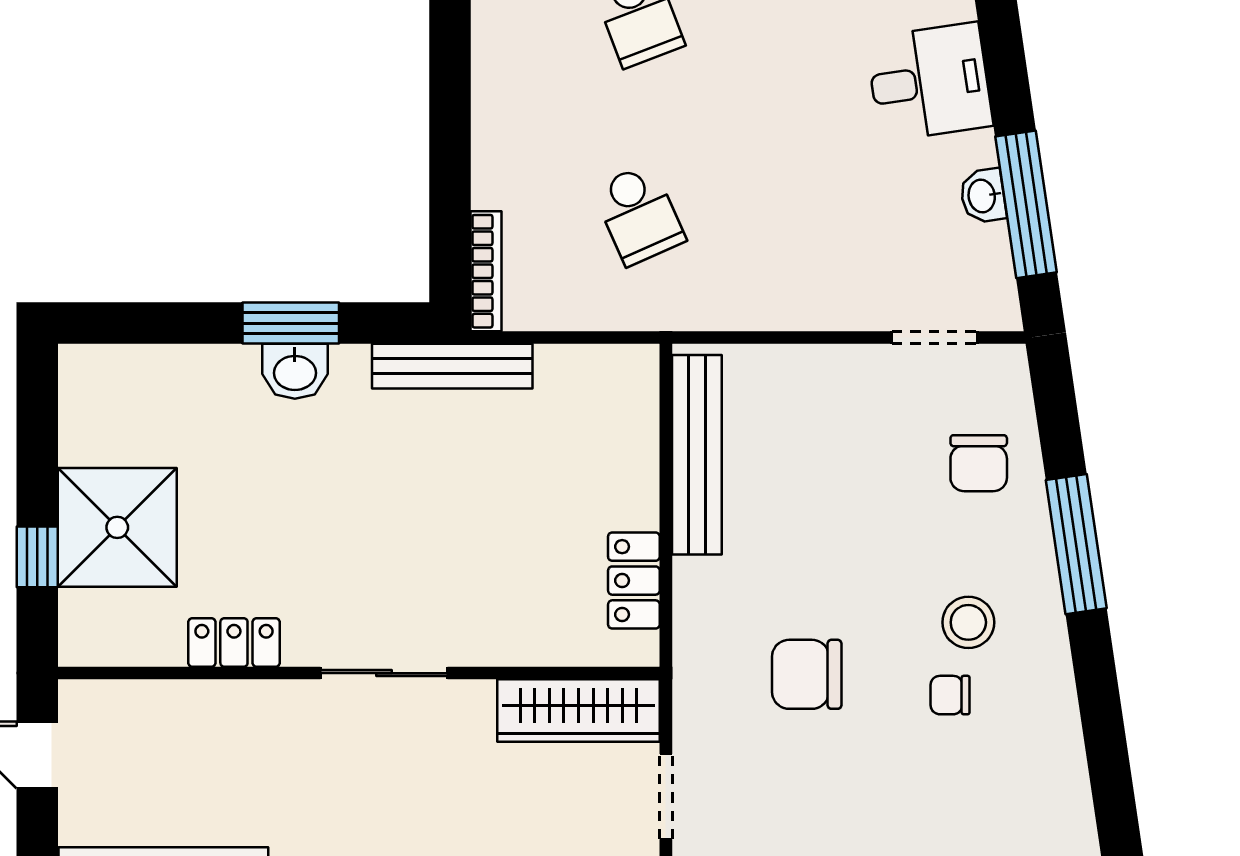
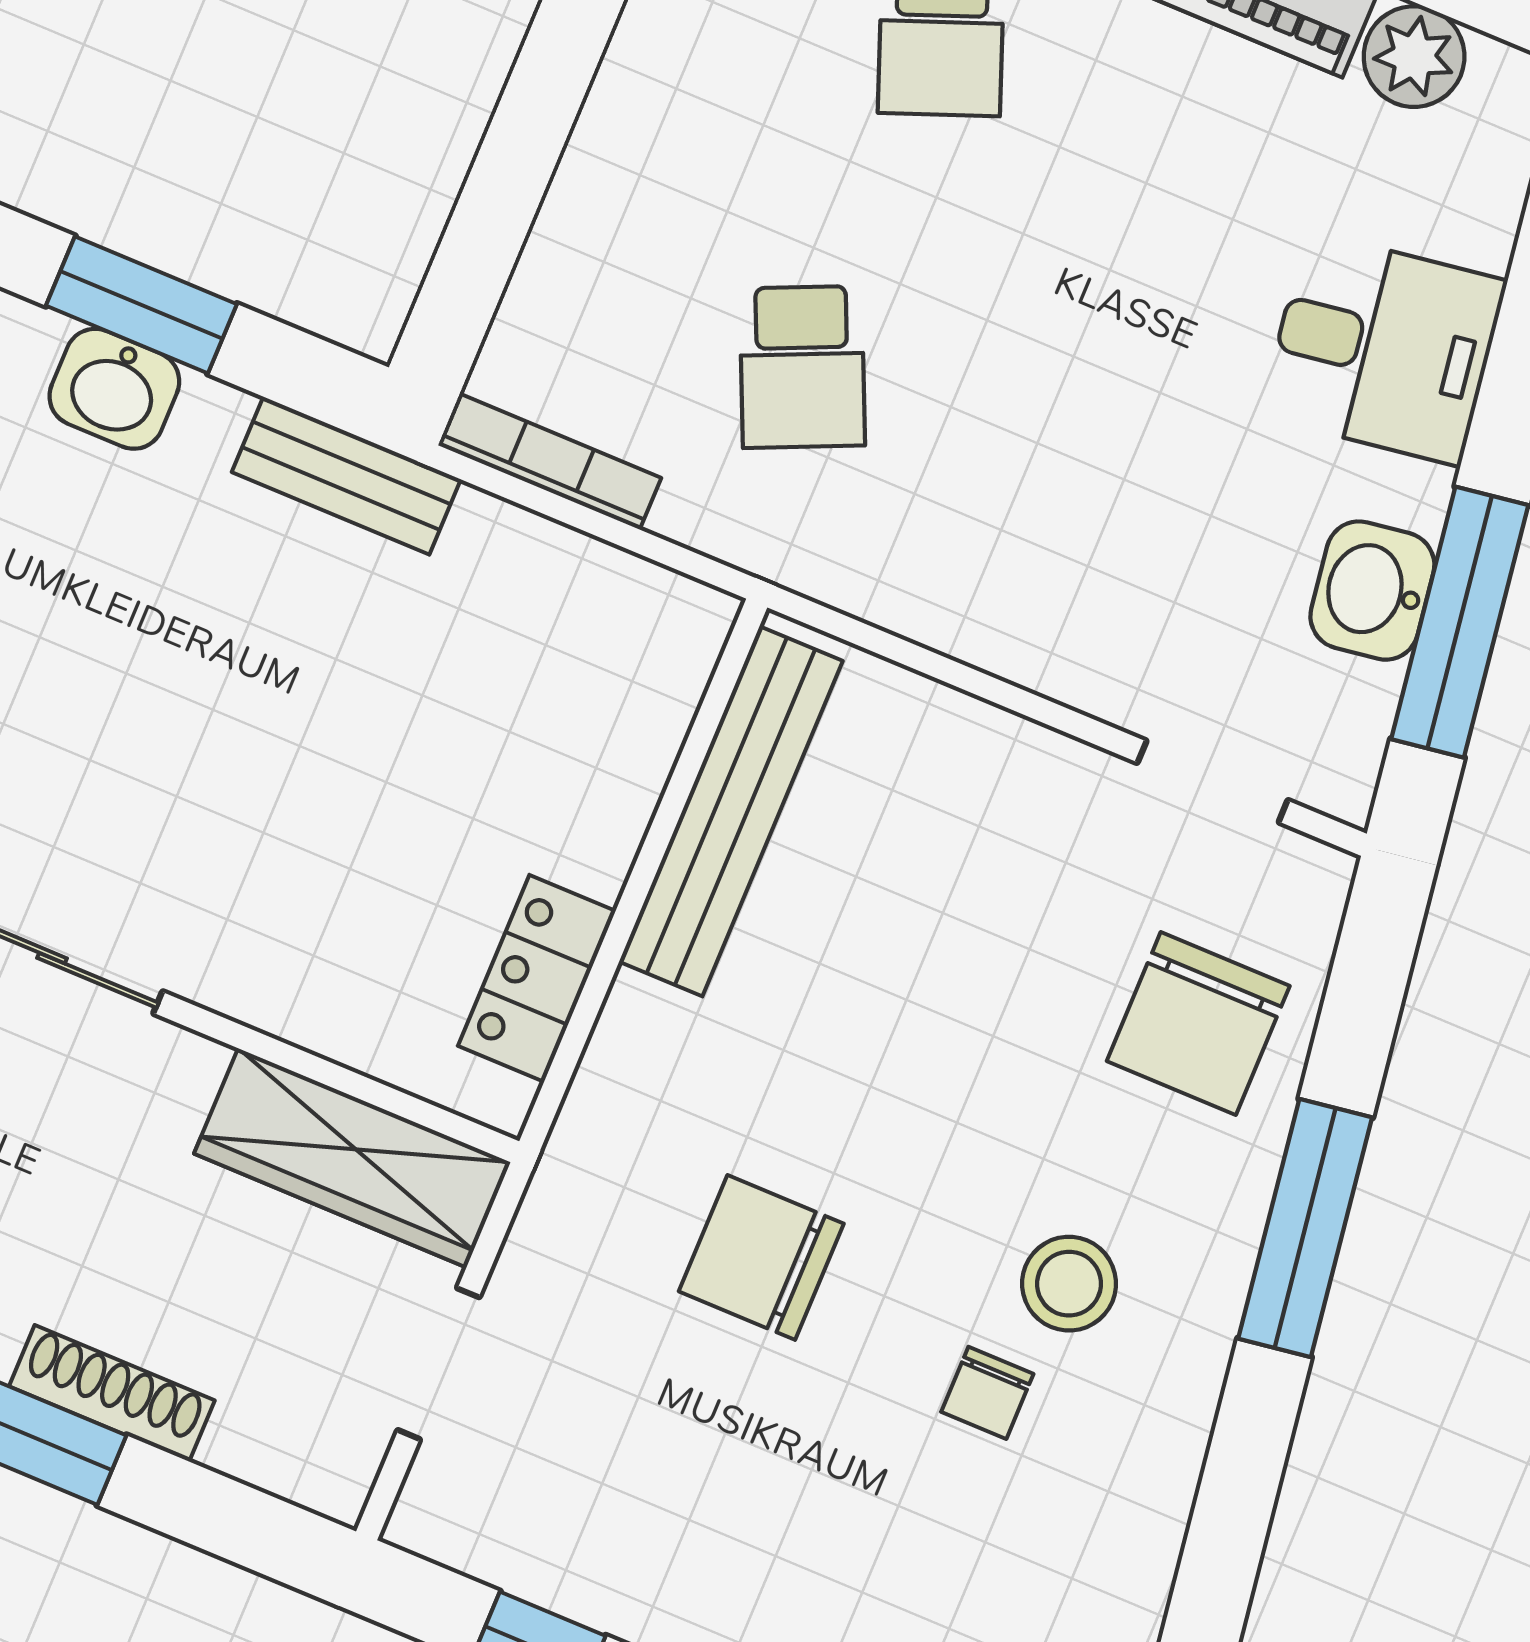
washbasin: (983, 196) -> (1372, 591), width x1.38, depth x1.45
bookcase: (486, 271) -> (550, 462), moved, turned -90
bench: (452, 366) -> (346, 476), width x0.73
chair: (979, 463) -> (1198, 1024), width x1.37, depth x1.37
chair: (950, 695) -> (987, 1393), turned -90

